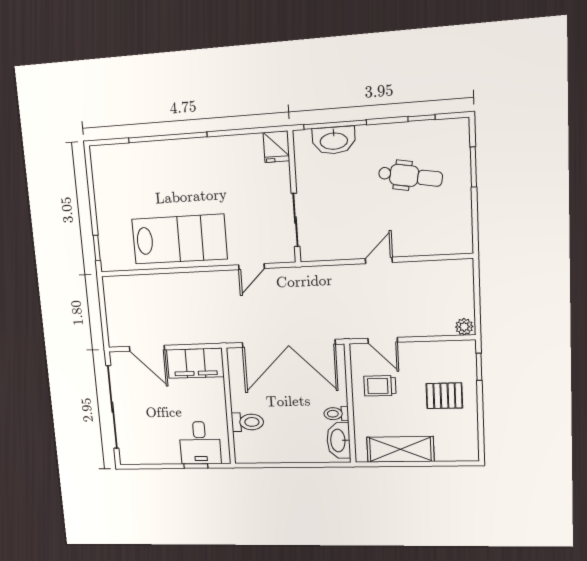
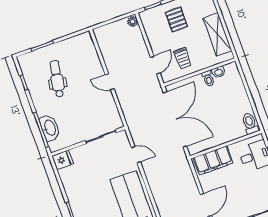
filing cabinet: (195, 363) -> (213, 160), moved, turned 90
toilet: (247, 422) -> (250, 124), moved
washbasin: (339, 440) -> (218, 72), width x0.52, depth x0.69

